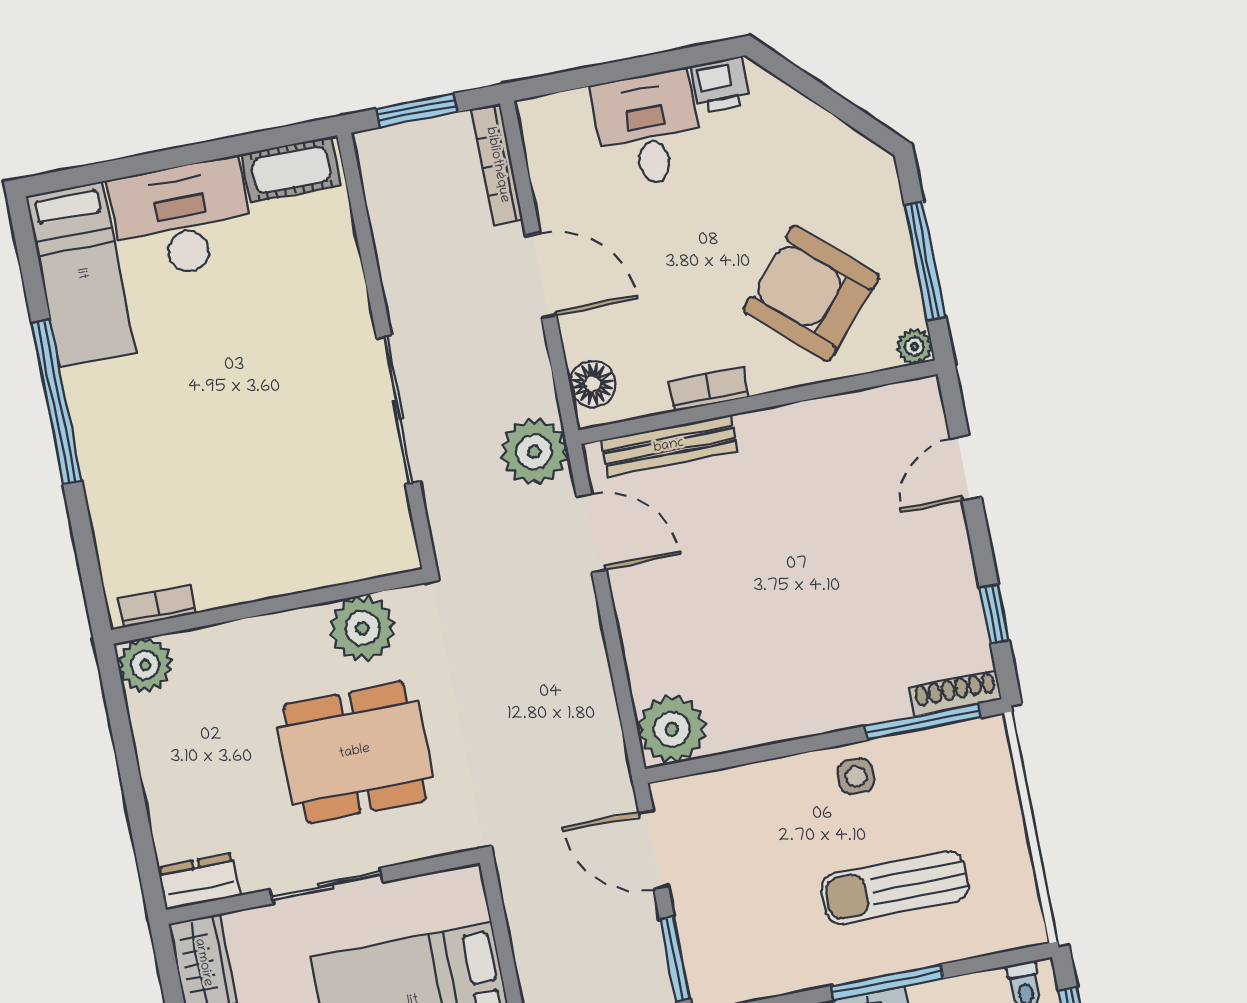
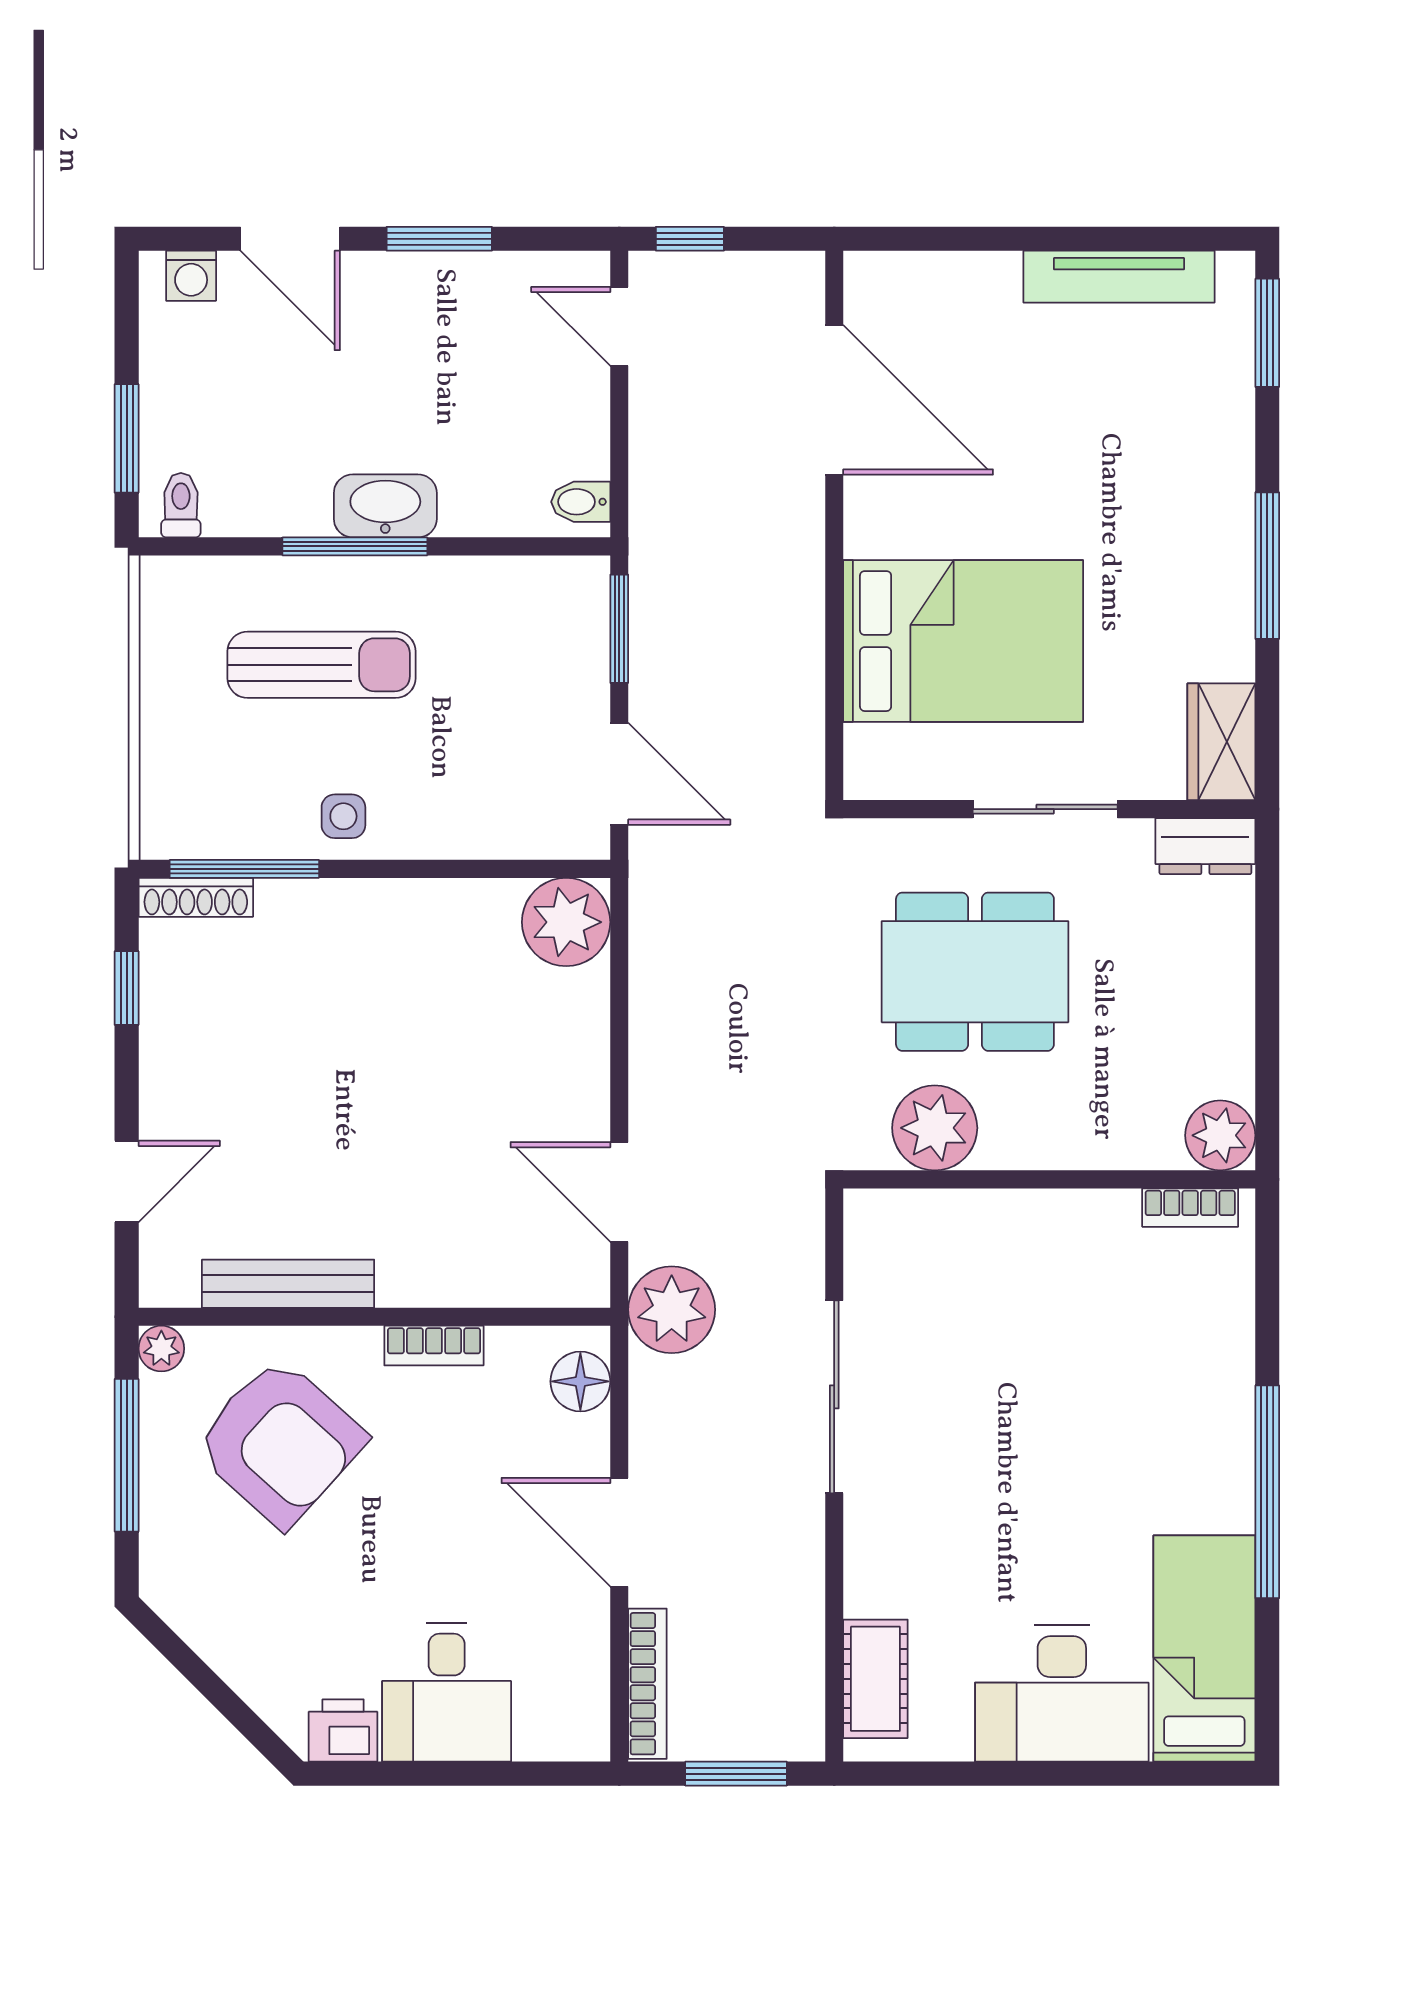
cot: (291, 170) -> (875, 1679), moved, turned 90
bench: (669, 446) -> (288, 1284), moved

